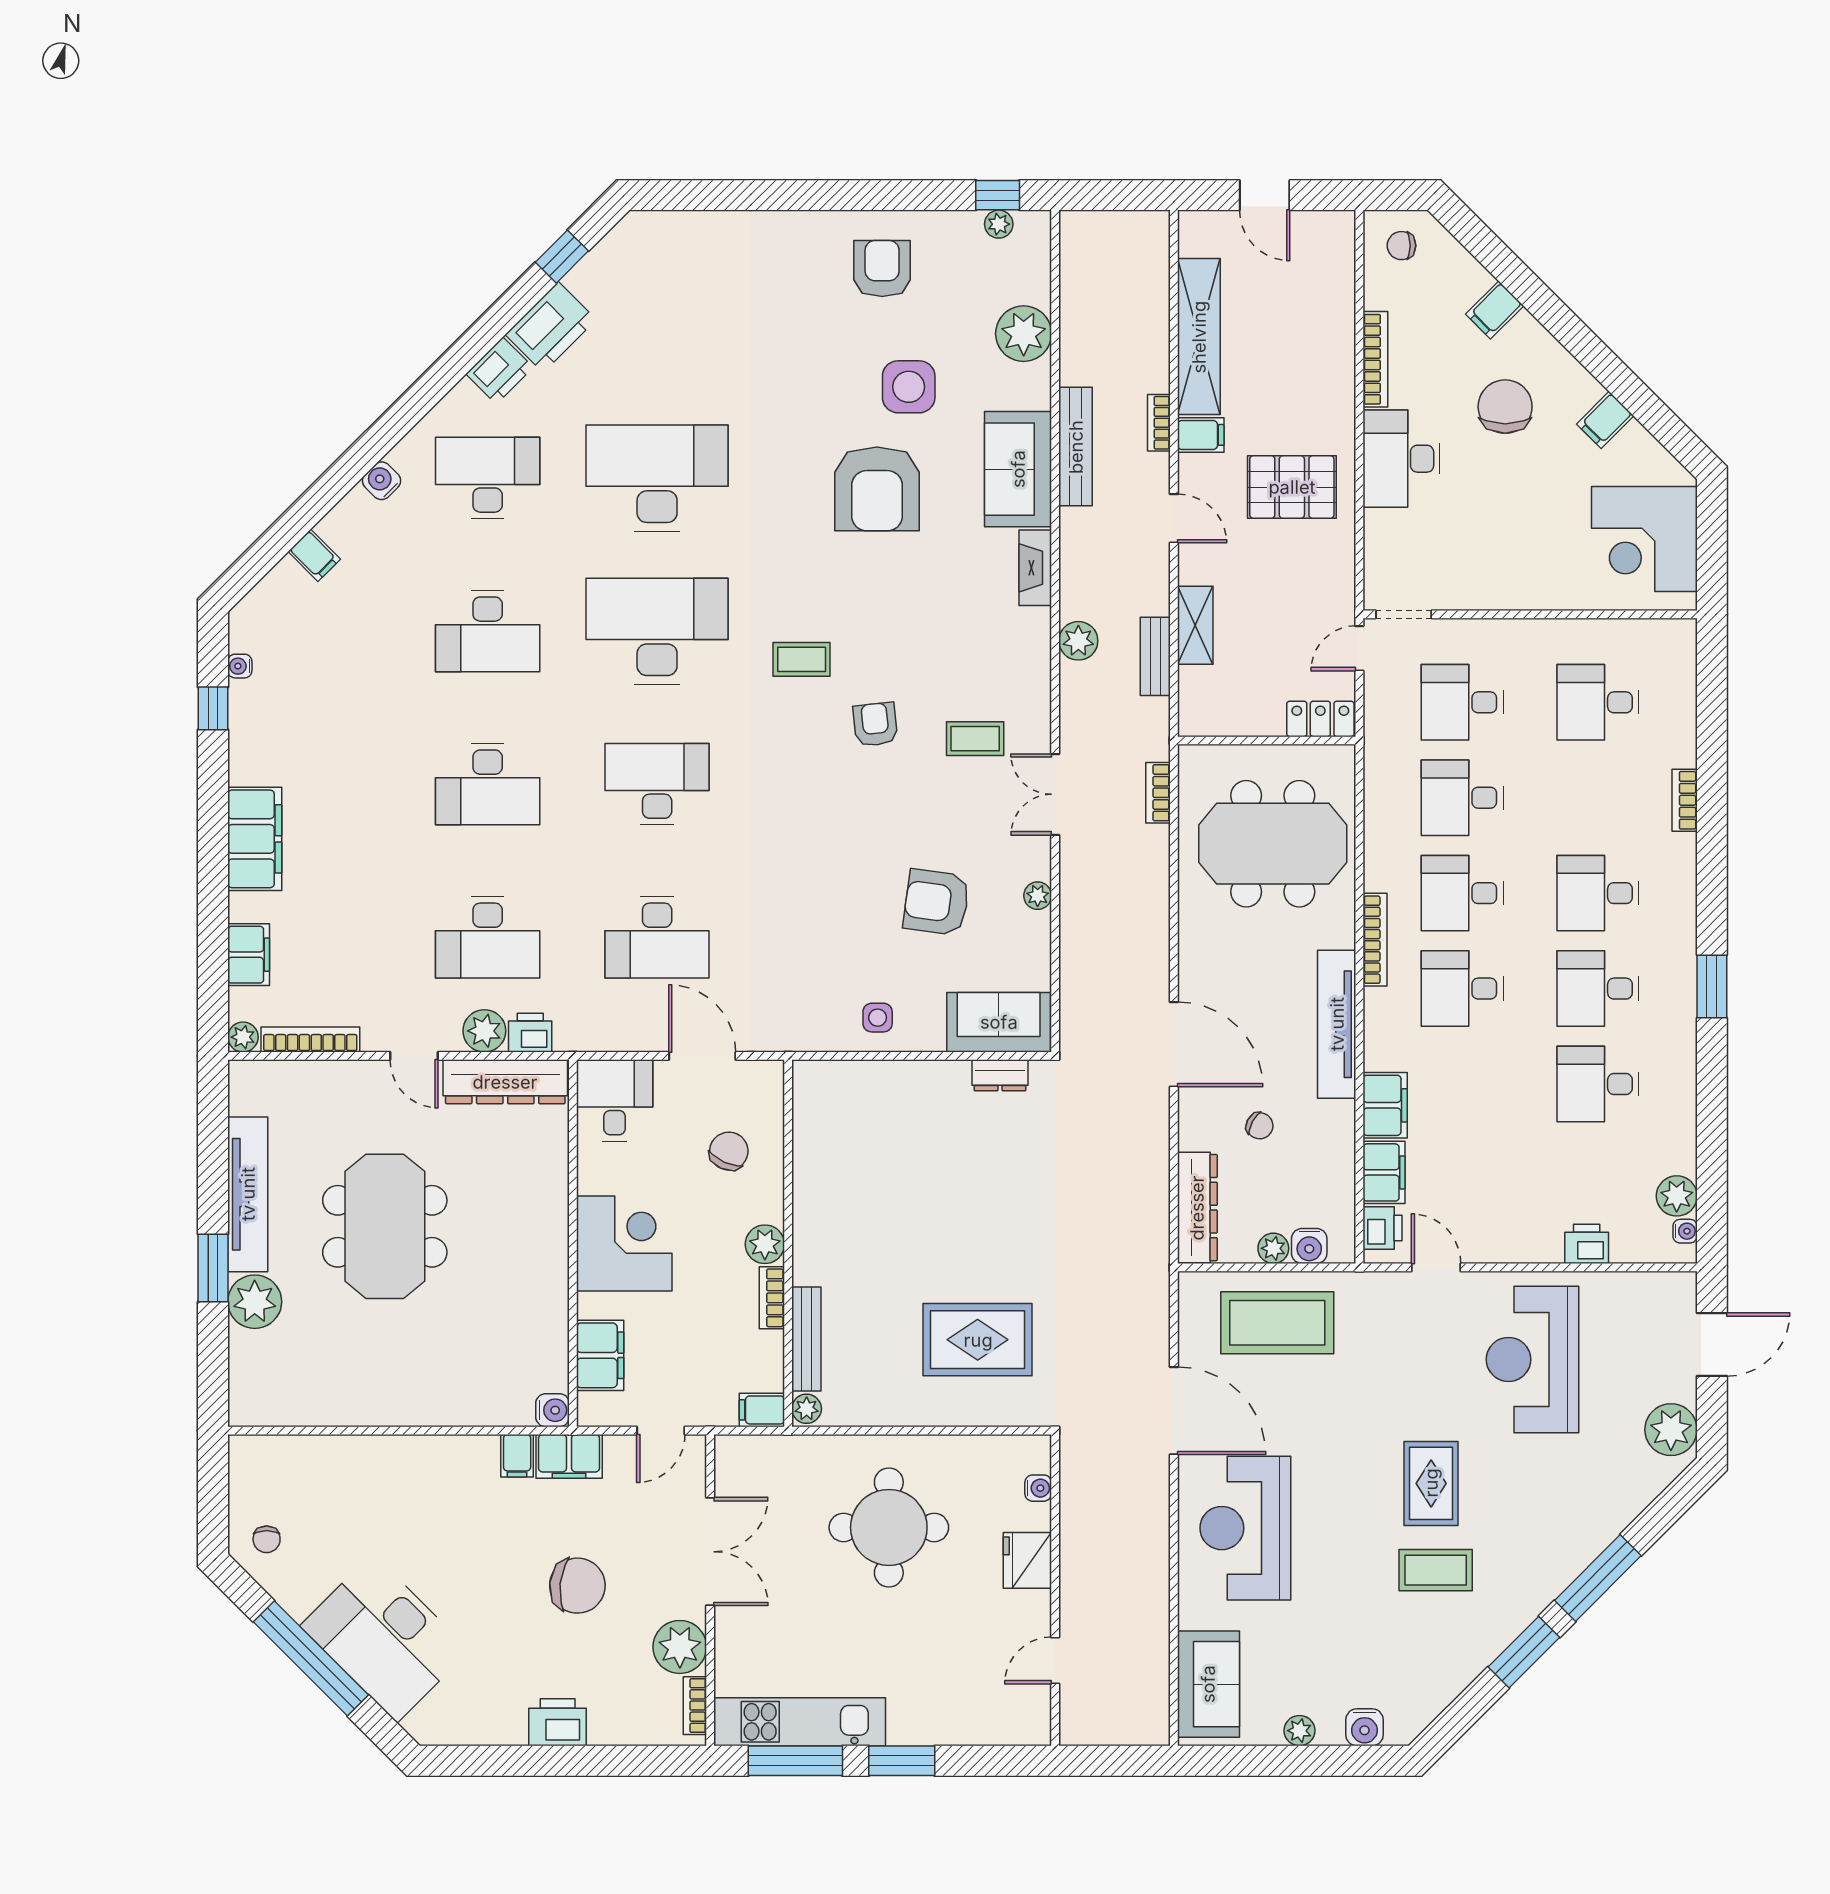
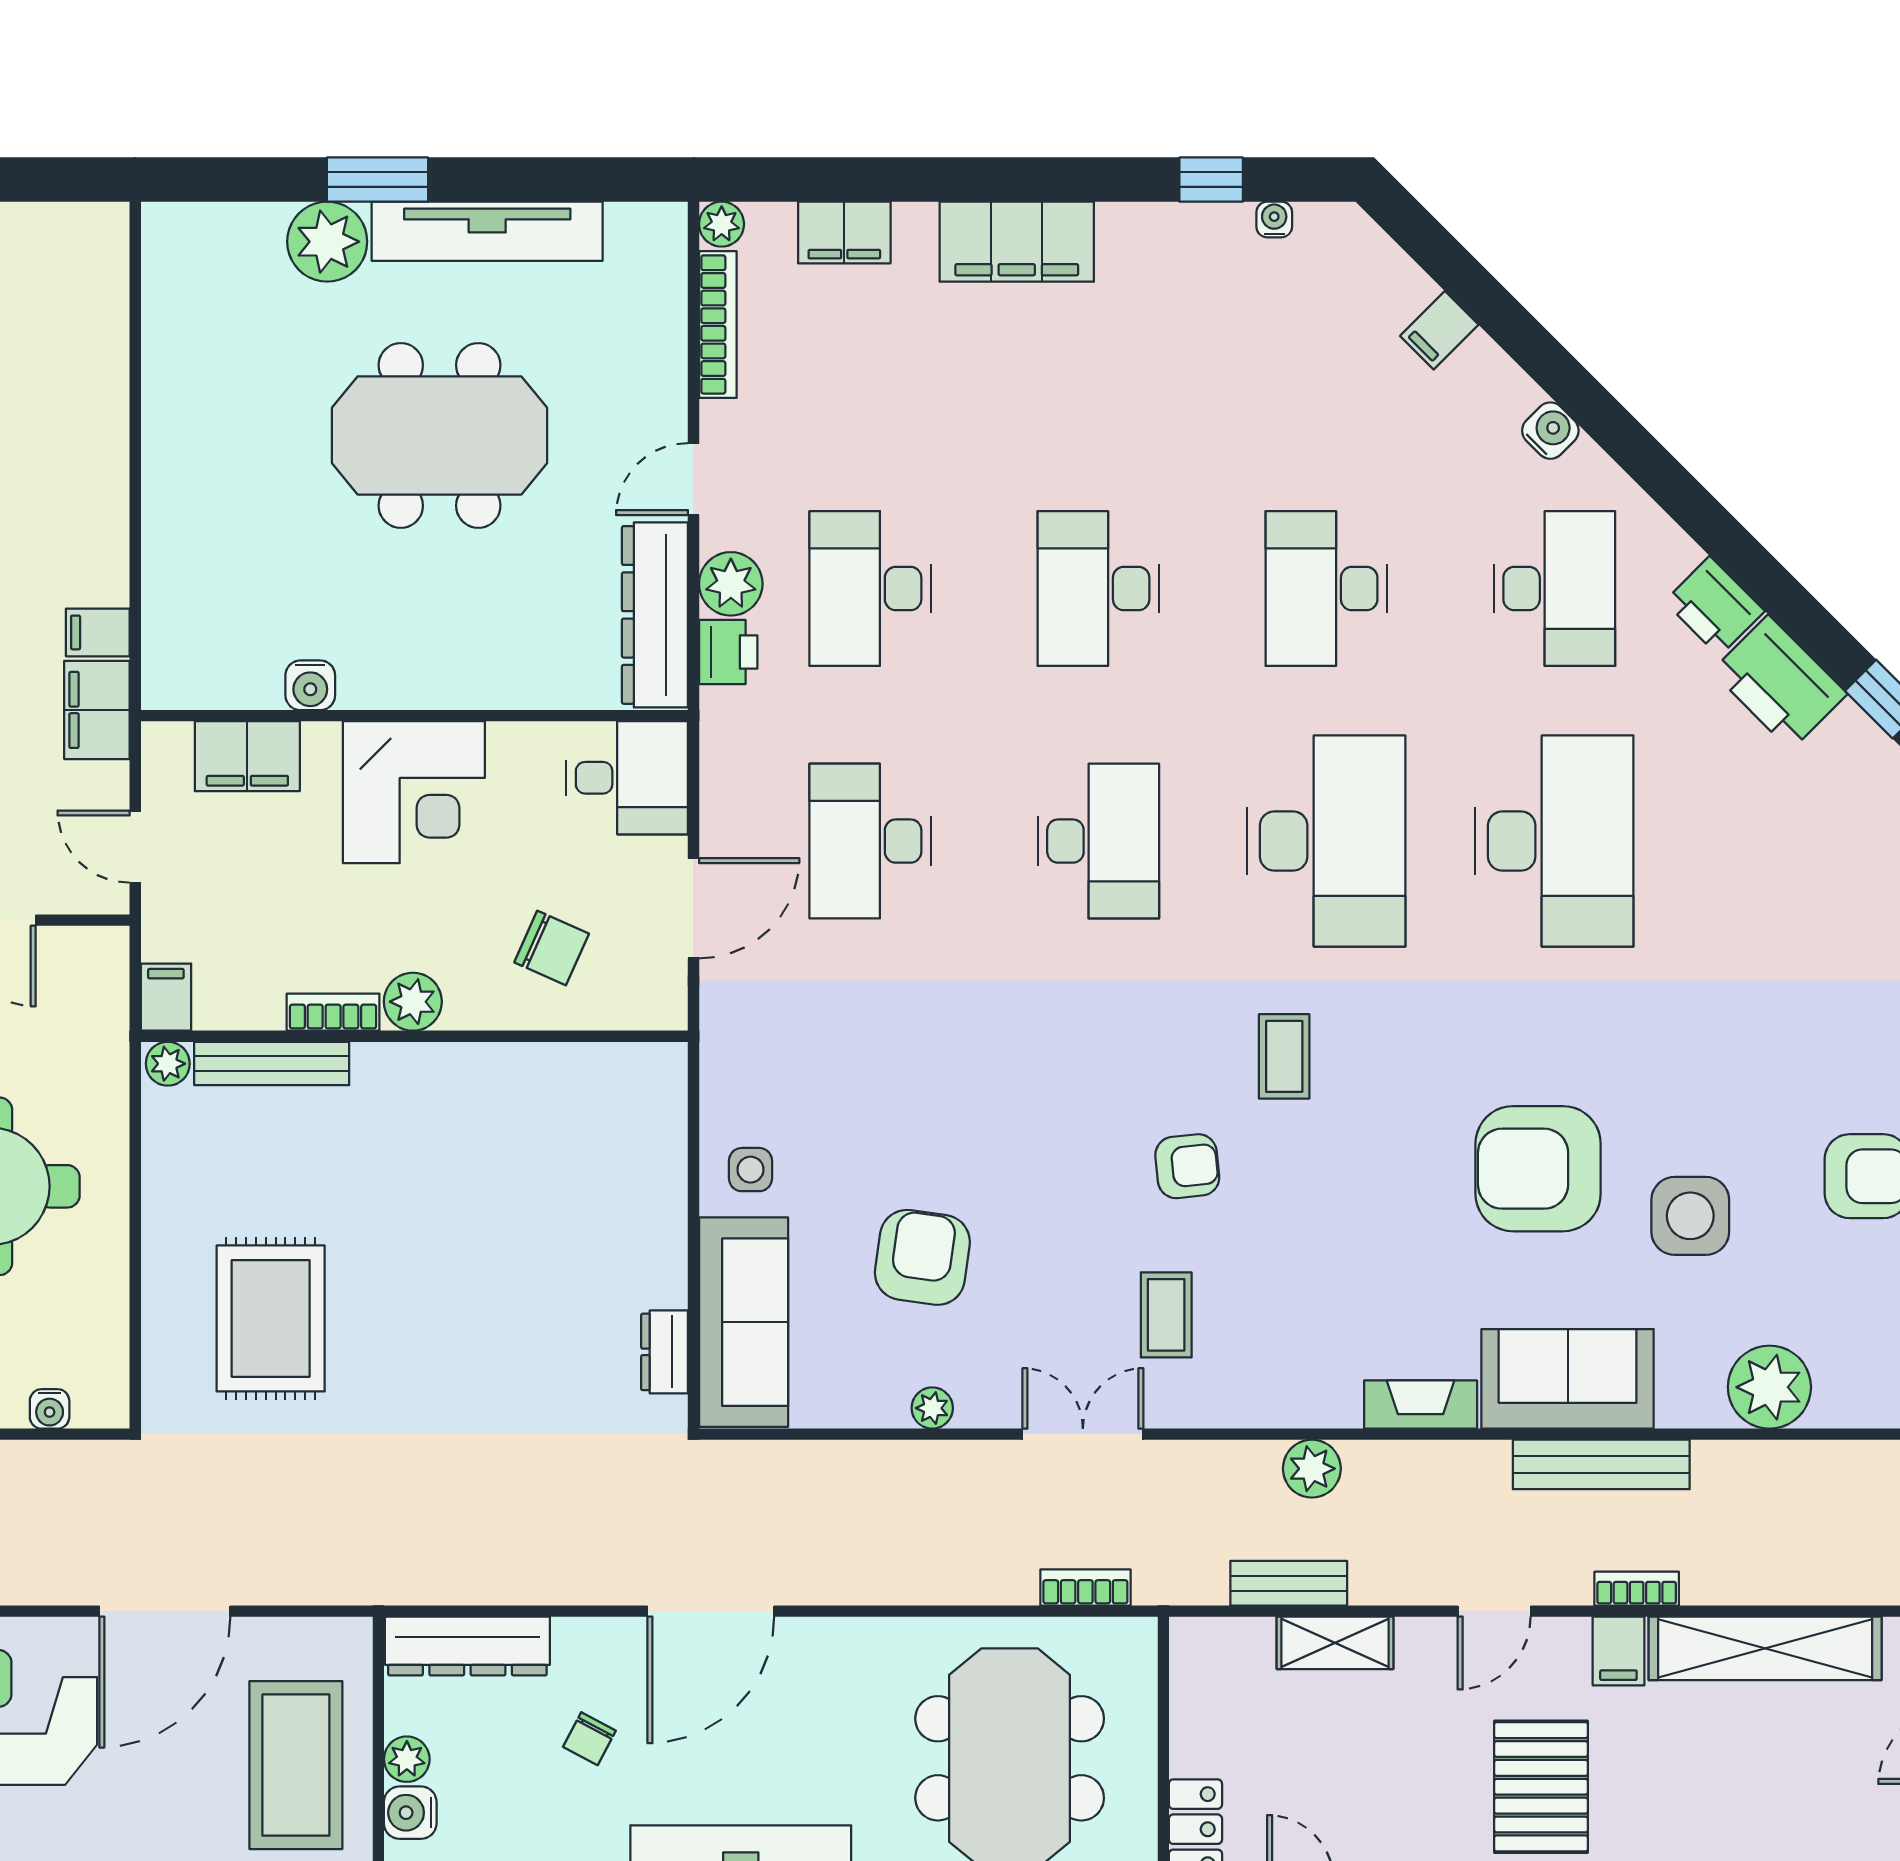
sofa: (999, 1022) -> (744, 1322), width x1.36
water cooler: (553, 1410) -> (310, 685), moved

